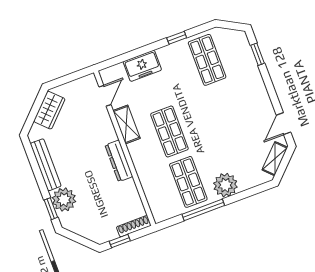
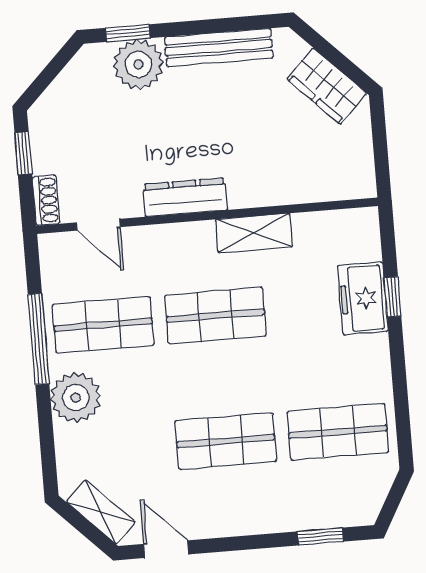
window: (177, 38) -> (393, 297), moved
door: (105, 96) -> (98, 225), moved
shop shelf: (226, 110) -> (226, 441), added
shoe rack: (134, 226) -> (46, 200), width x0.70

